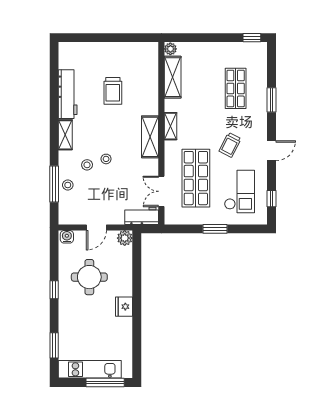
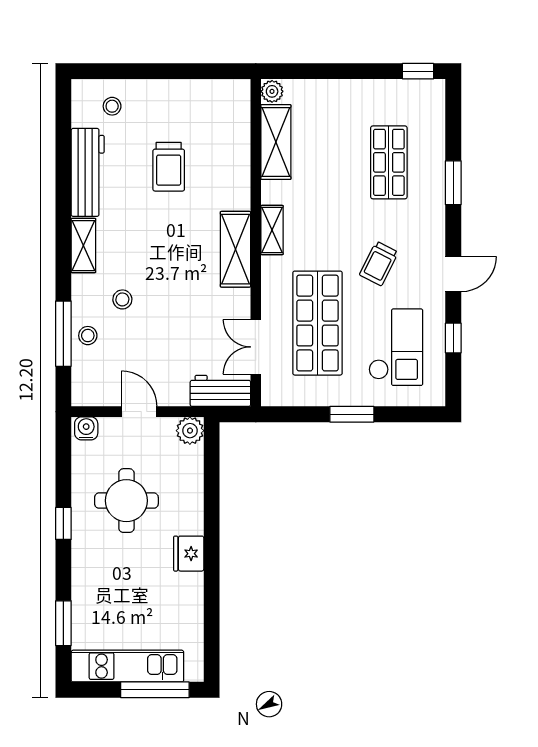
stool: (106, 159) -> (112, 106), moved
window: (272, 199) -> (453, 338), moved
door: (96, 227) -> (139, 412), swing flipped

